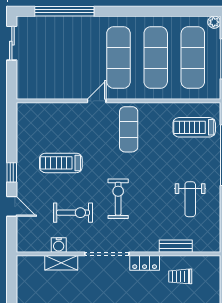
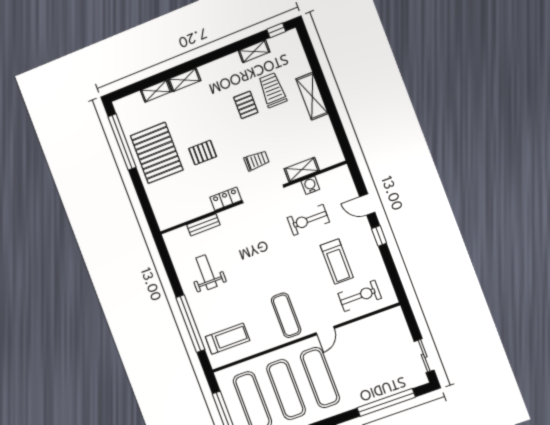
treadmill: (61, 163) -> (337, 262), turned 90
exercise bike: (118, 199) -> (360, 296), moved, turned -90
trolley: (180, 276) -> (257, 161), moved

